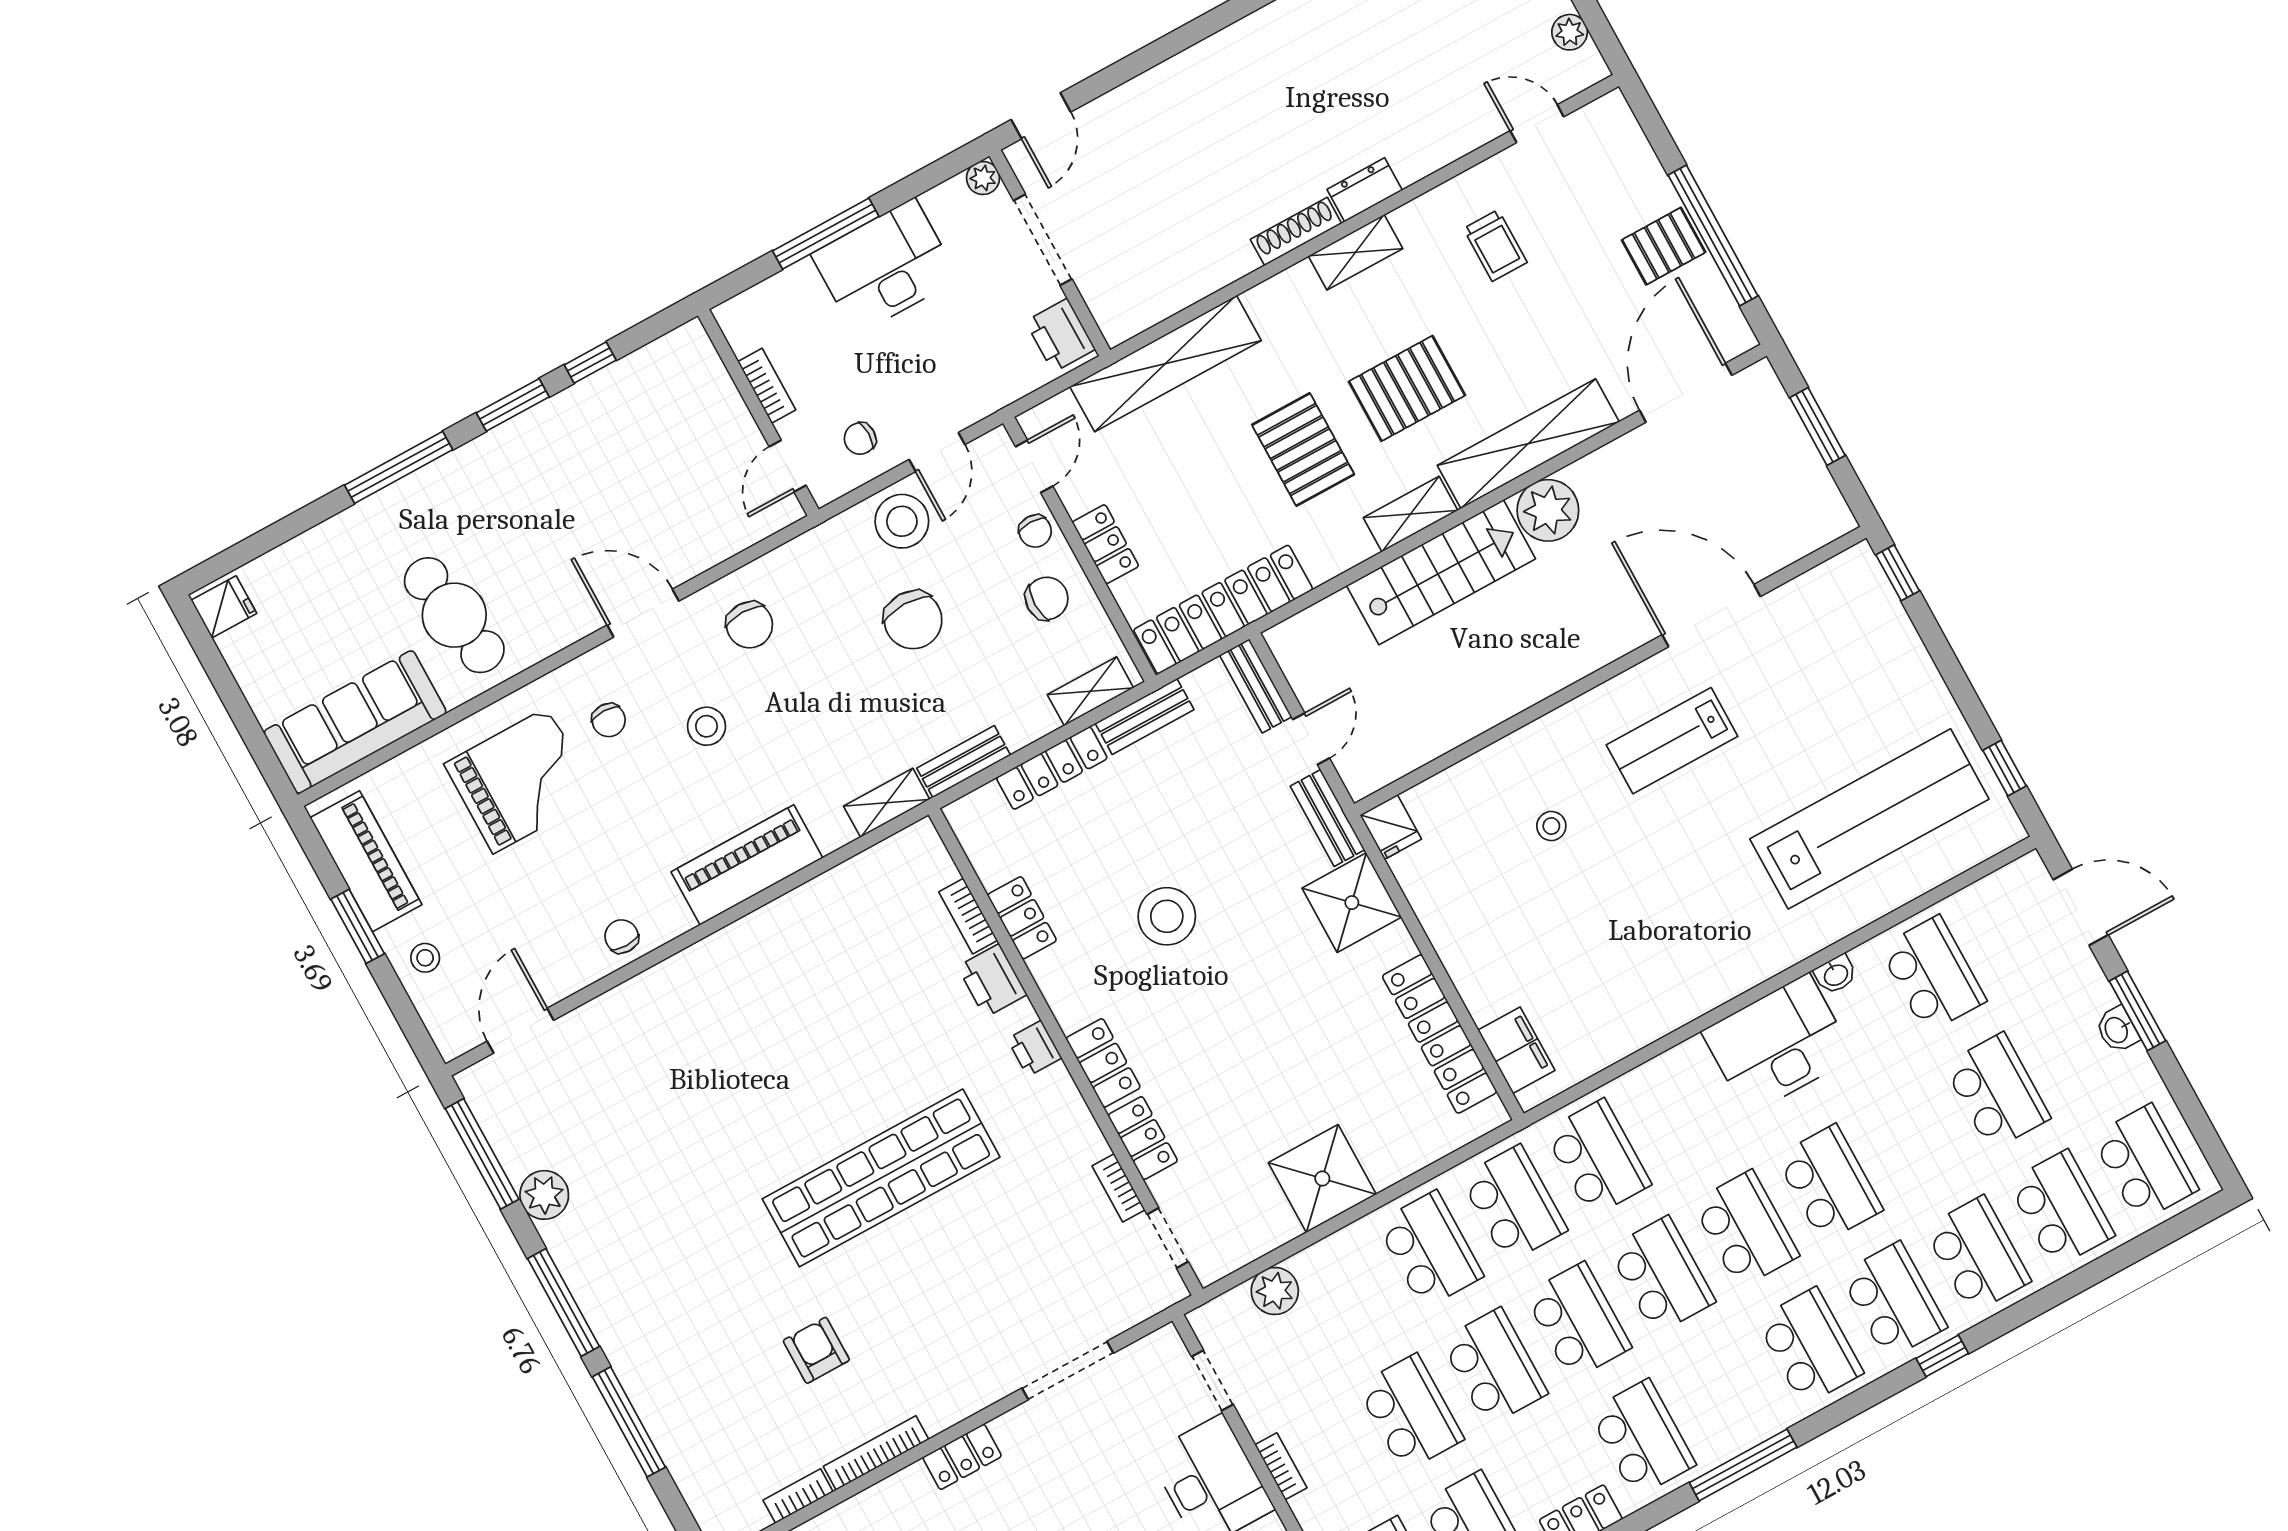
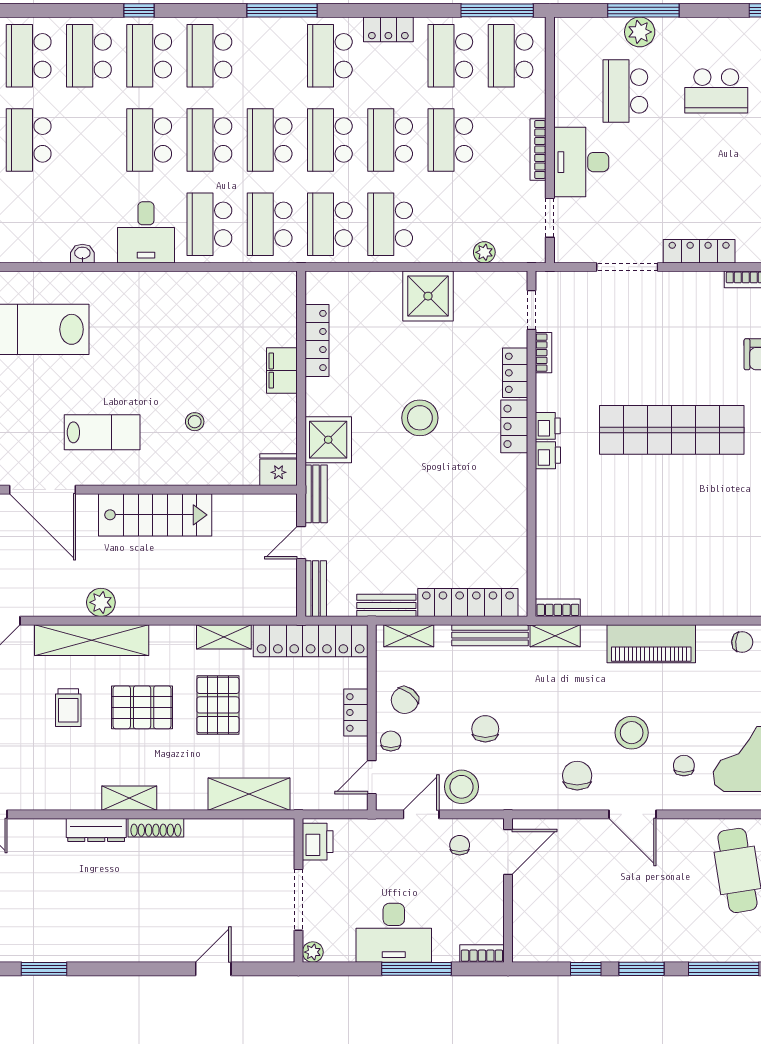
door: (1041, 116) -> (213, 969), moved
dresser: (1365, 190) -> (96, 830), width x1.44
trolley: (1495, 245) -> (68, 708), moved, turned 180
shelving: (1166, 364) -> (249, 794), width x0.68
bookcase: (767, 386) -> (482, 954), moved, turned 90
chair: (860, 439) -> (460, 845), turned -90
door: (788, 466) -> (508, 852), width x1.38
plant: (1548, 510) -> (101, 602), width x0.73, depth x0.73
shelving: (1411, 514) -> (224, 637), moved
stairs: (1441, 572) -> (155, 515), moved, turned 180
chair: (1047, 598) -> (405, 700), turned -53
chair: (913, 620) -> (485, 729), width x0.73, depth x0.73
stool: (707, 726) -> (632, 733), width x1.38, depth x1.38
bench: (964, 762) -> (490, 635), width x1.36
locker: (1052, 768) -> (468, 603), width x1.41, depth x1.21
fridge: (1391, 827) -> (279, 470), width x1.38
bookcase: (968, 916) -> (558, 608), moved, turned -90
stool: (1167, 916) -> (420, 418), moved
locker: (1022, 918) -> (515, 531), removed
chair: (622, 936) -> (742, 642), turned -85
school desk: (1933, 974) -> (209, 224), moved
printer: (992, 981) -> (548, 426), moved, width x0.73, depth x0.81
locker: (1440, 1034) -> (317, 341), width x0.71, depth x0.83
desk: (1778, 1044) -> (146, 232), width x0.73
filing cabinet: (1516, 1050) -> (282, 371), moved
plant: (1275, 1291) -> (484, 252), width x0.73, depth x0.73
locker: (962, 1457) -> (699, 251), width x1.53
bookcase: (1281, 1466) -> (538, 150), width x1.56

